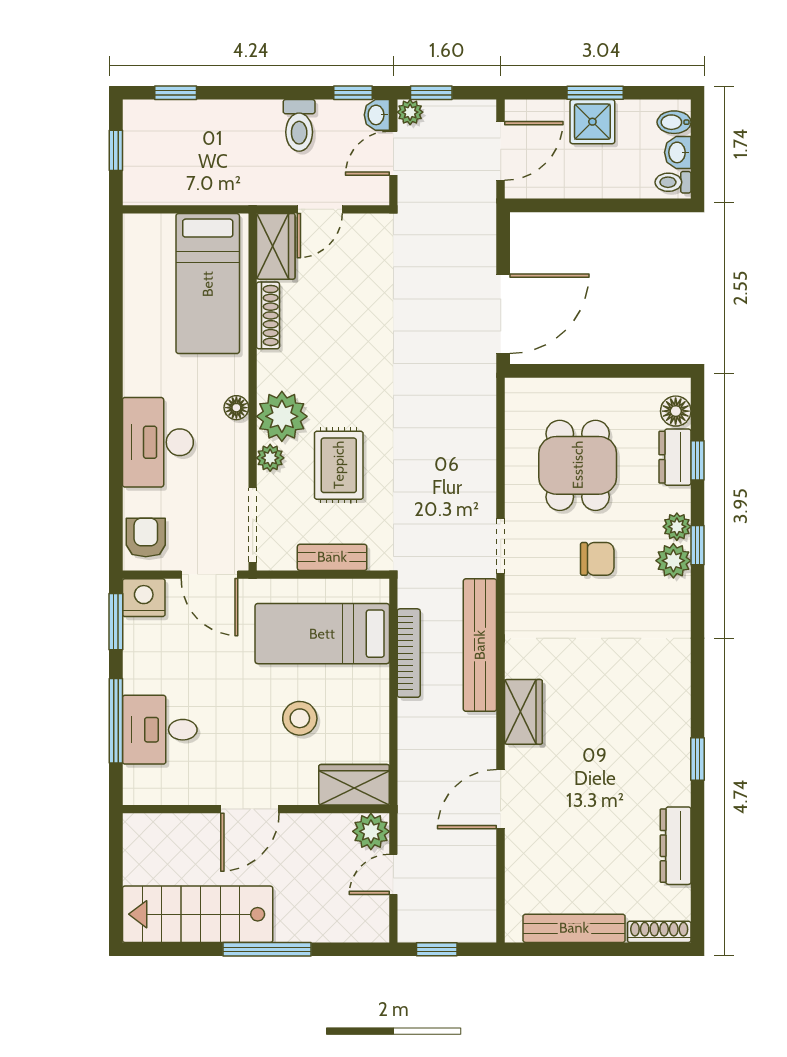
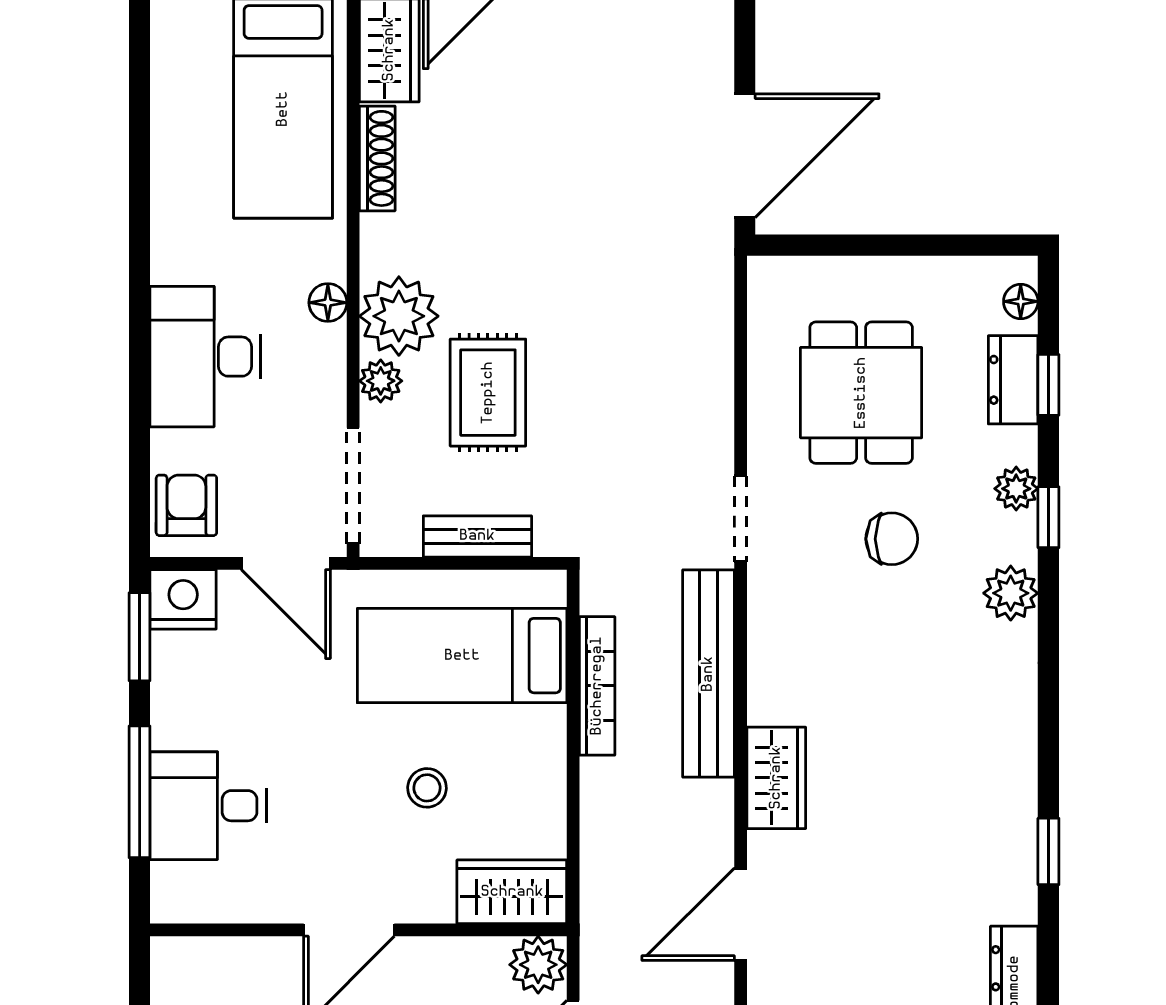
floor lamp: (676, 411) -> (1021, 301), width x0.73, depth x0.73
plant: (673, 561) -> (1011, 593), moved
stool: (300, 718) -> (427, 788), width x0.73, depth x0.73

